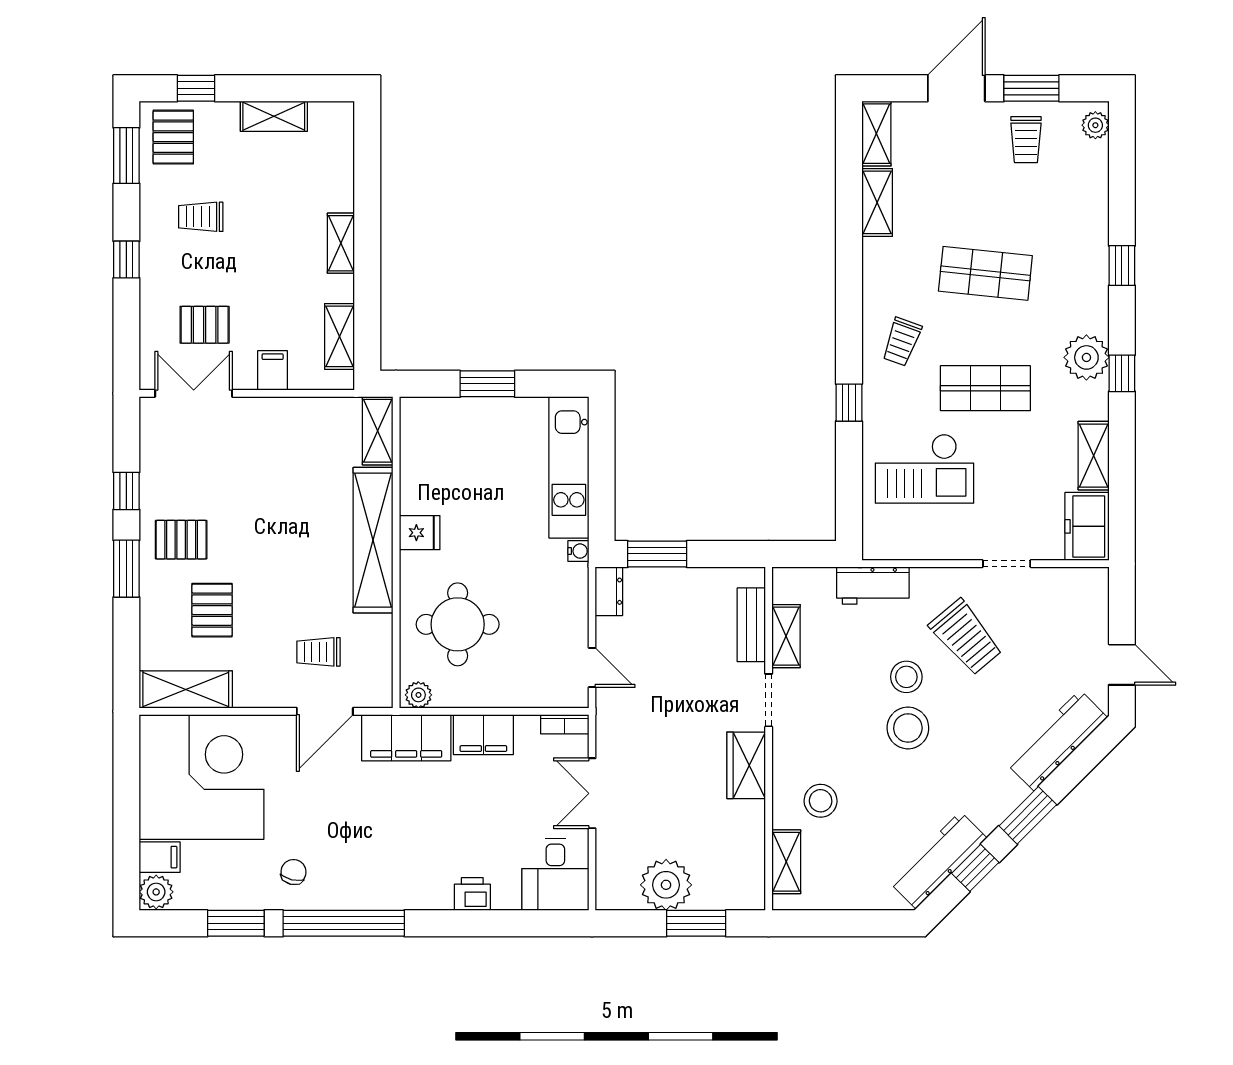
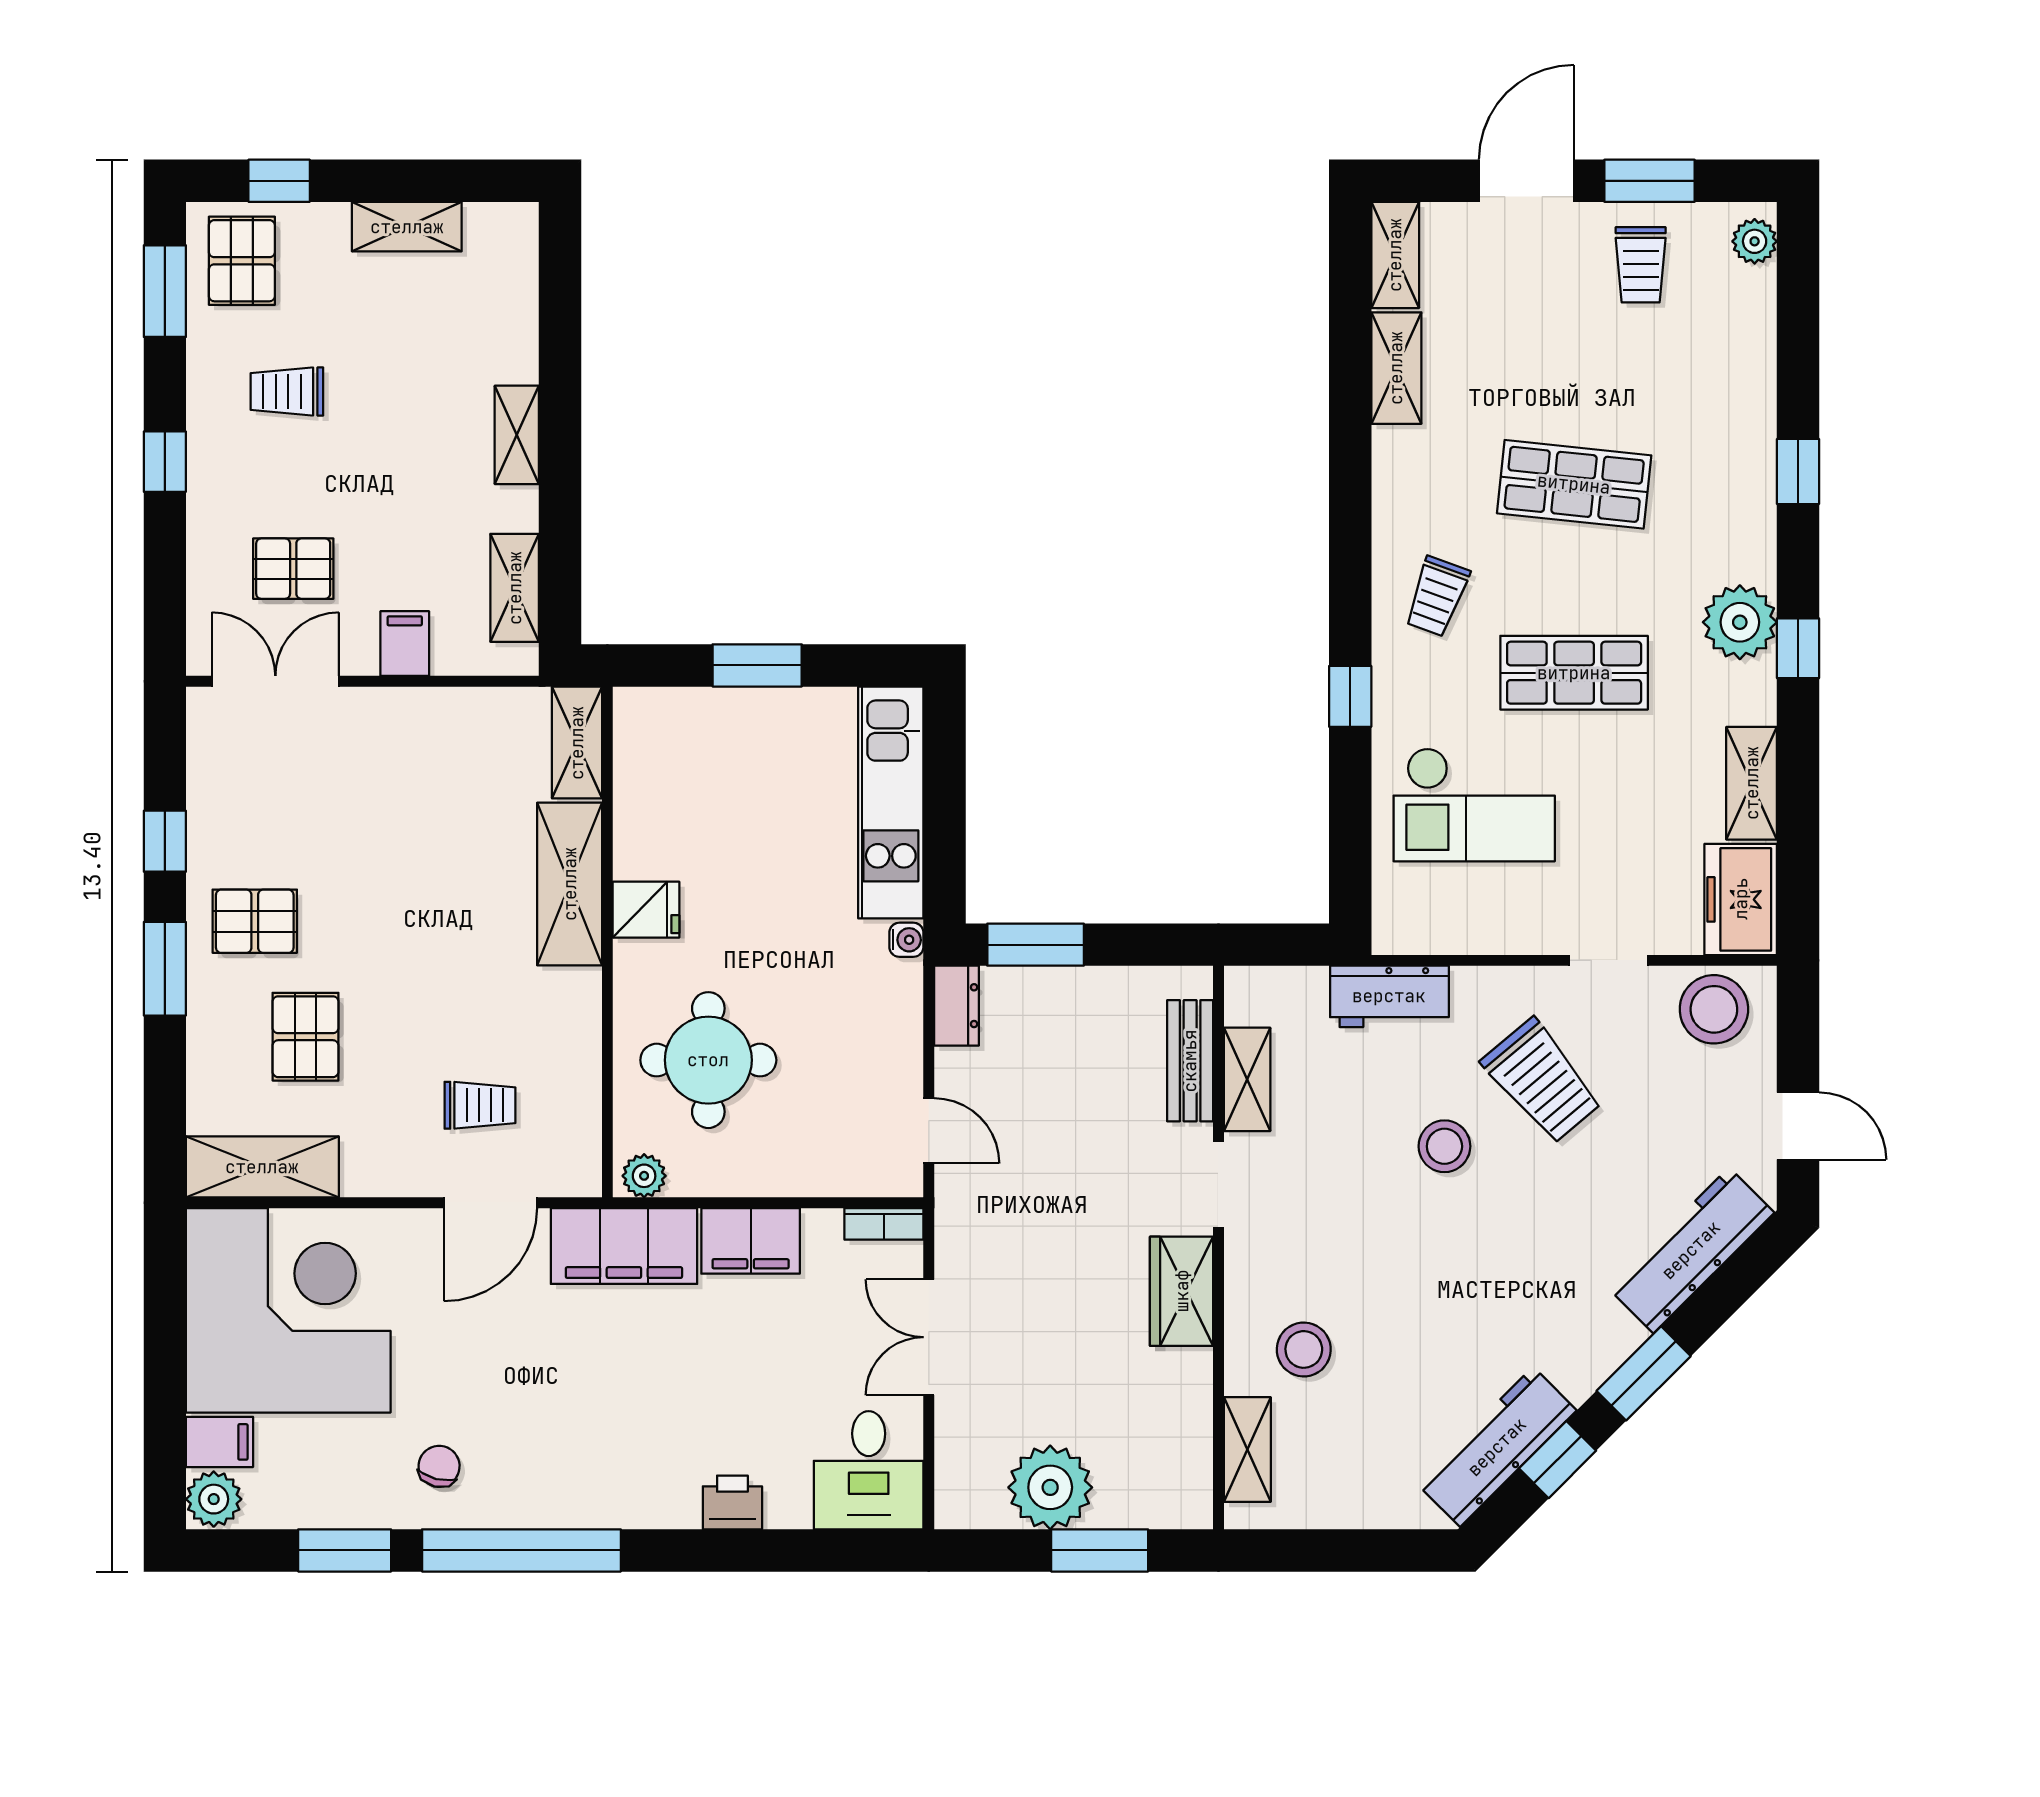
shelving: (373, 540) -> (570, 884), width x0.68
trolley: (318, 652) -> (480, 1105), turned 180
stool: (908, 728) -> (1714, 1009), moved

